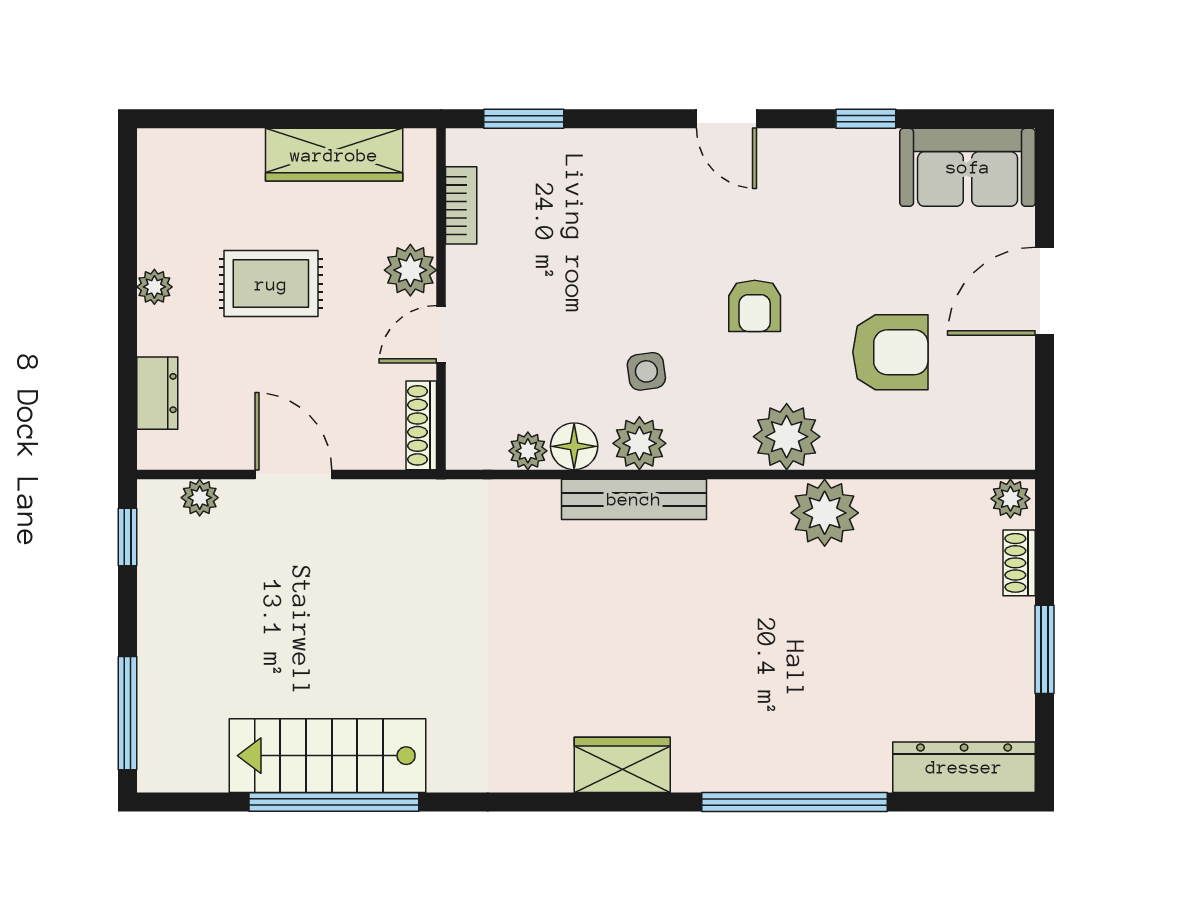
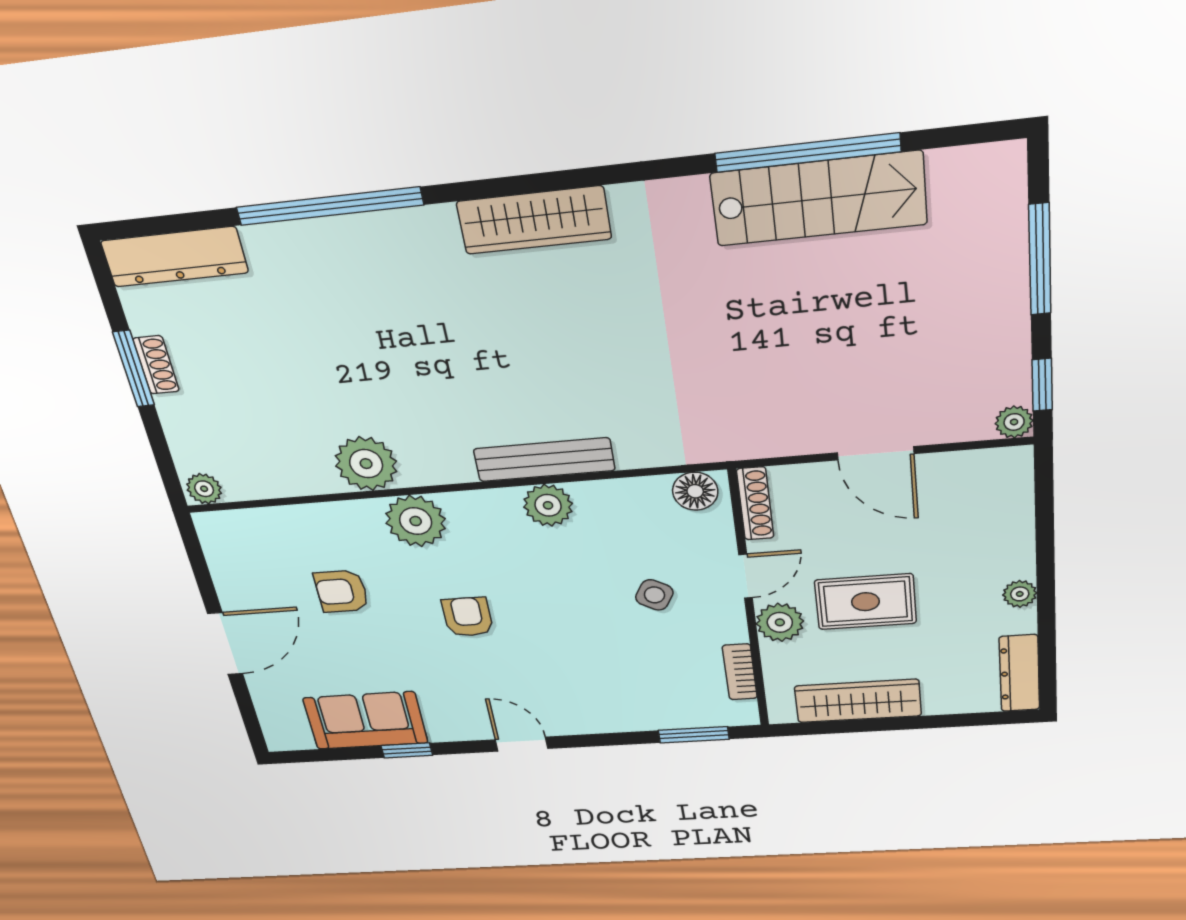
sofa: (968, 167) -> (366, 721), moved
rug: (271, 284) -> (865, 602), moved
armchair: (890, 352) -> (342, 591), width x0.72, depth x0.72
side table: (646, 371) -> (654, 595), moved, turned 38
dresser: (157, 393) -> (1019, 673), moved, width x1.44
floor lamp: (574, 446) -> (695, 491), moved
plant: (528, 451) -> (651, 491), removed
plant: (200, 498) -> (1014, 422), moved
shoe rack: (1019, 563) -> (156, 365), moved
window: (127, 713) -> (1040, 260), moved
wardrobe: (622, 765) -> (534, 220), width x1.50

